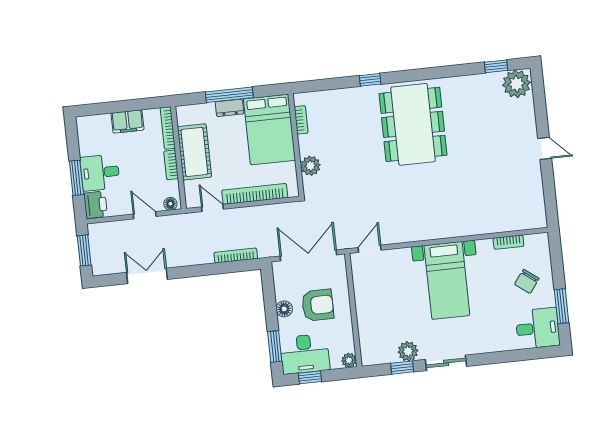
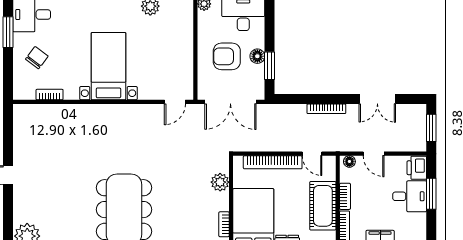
bookcase: (236, 255) -> (326, 109), moved
window: (275, 346) -> (270, 66), moved

